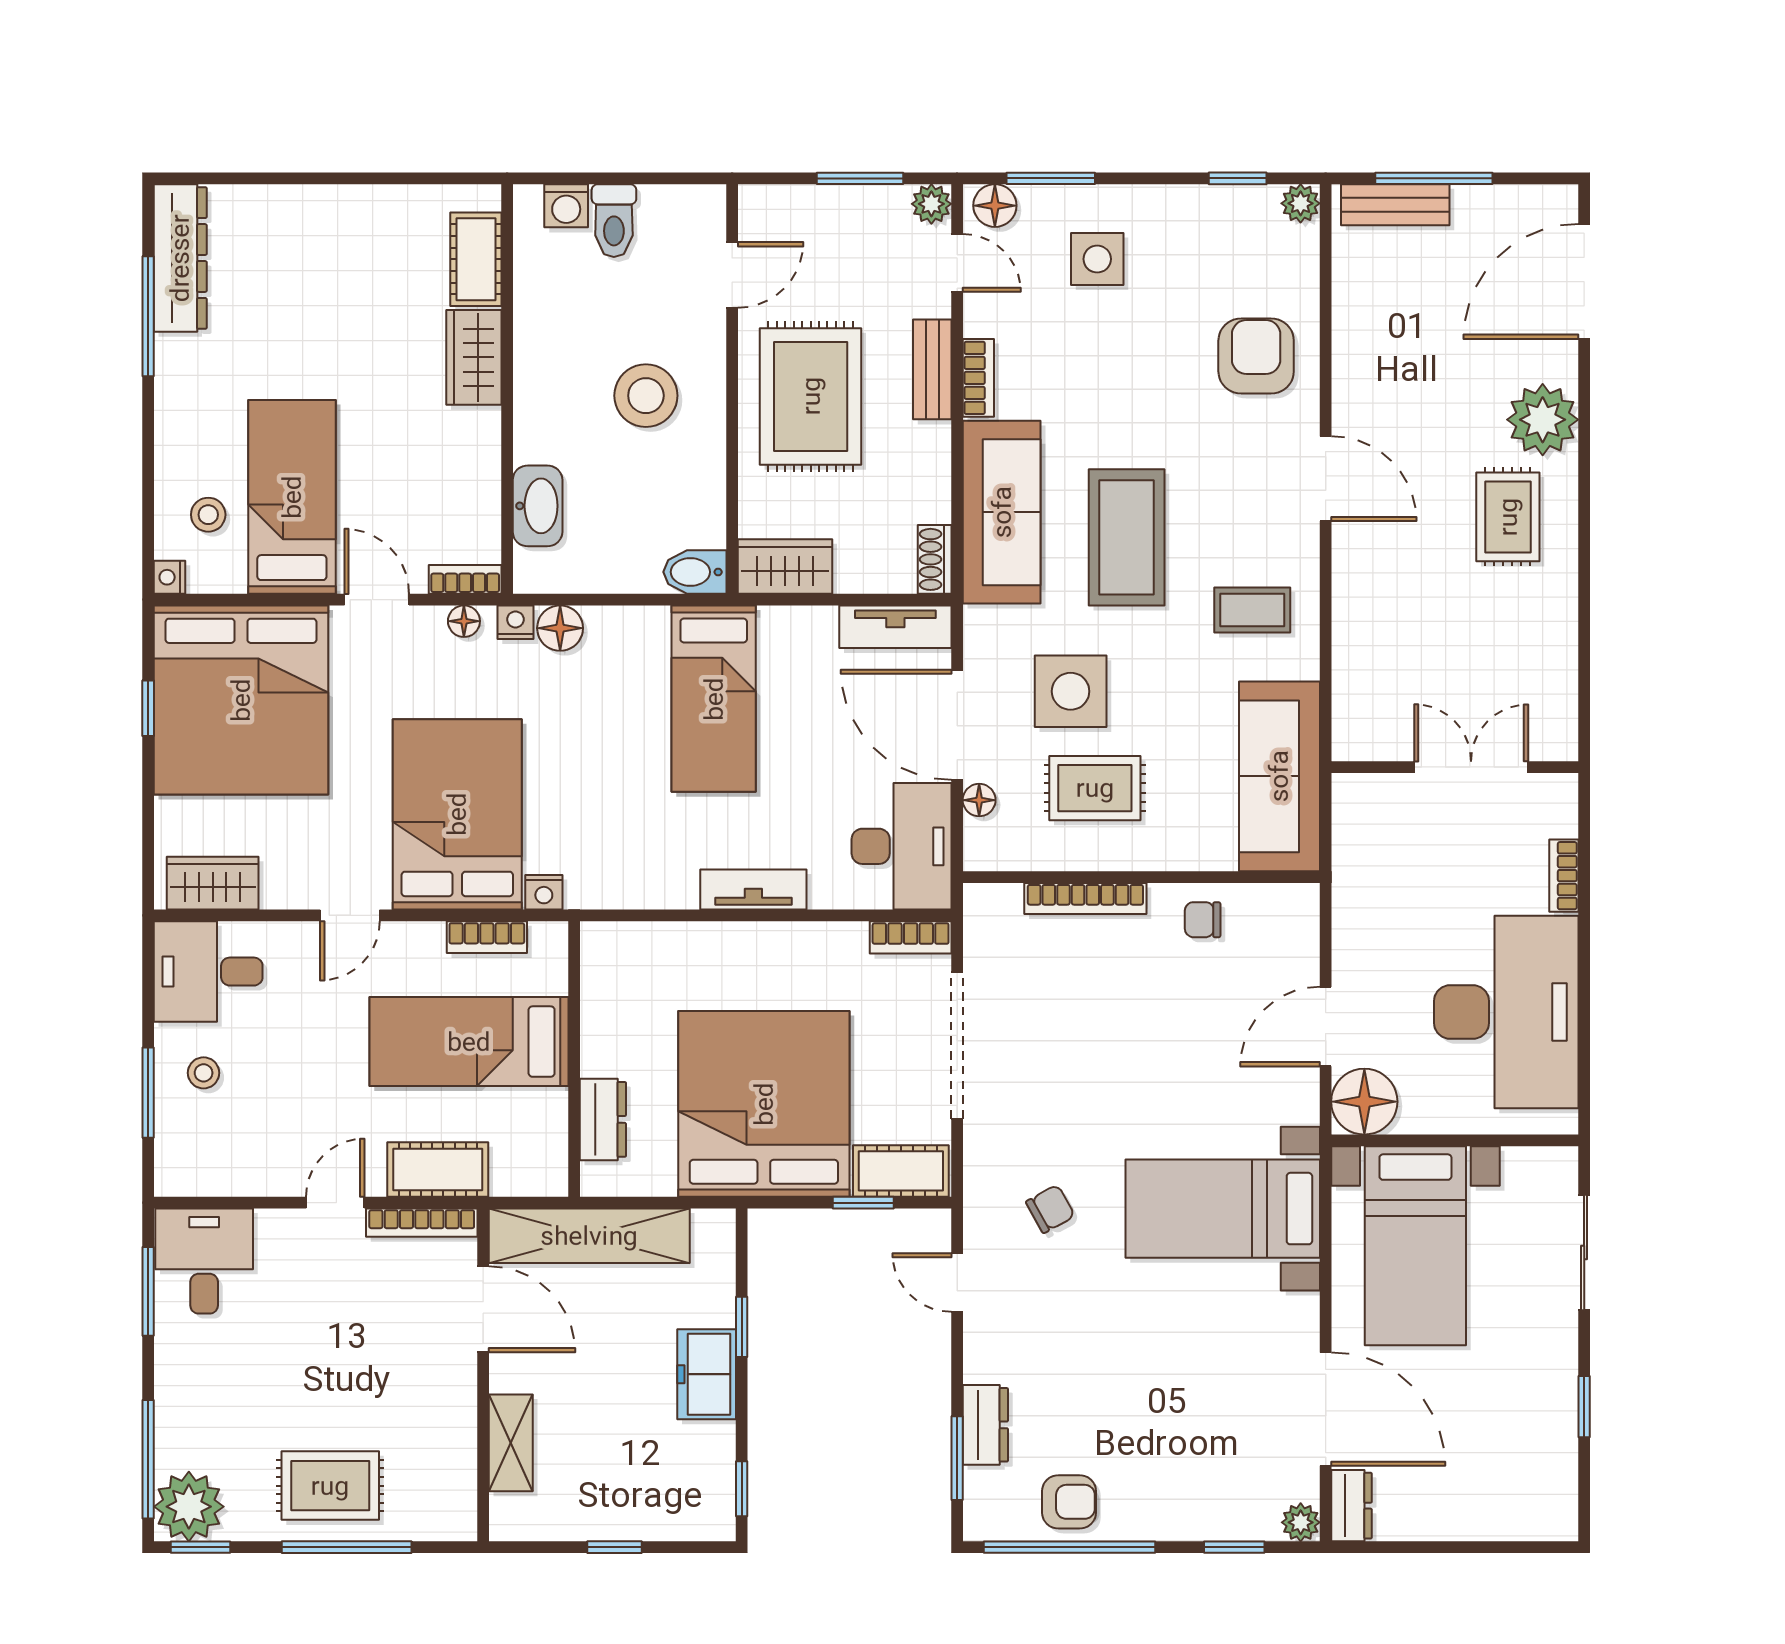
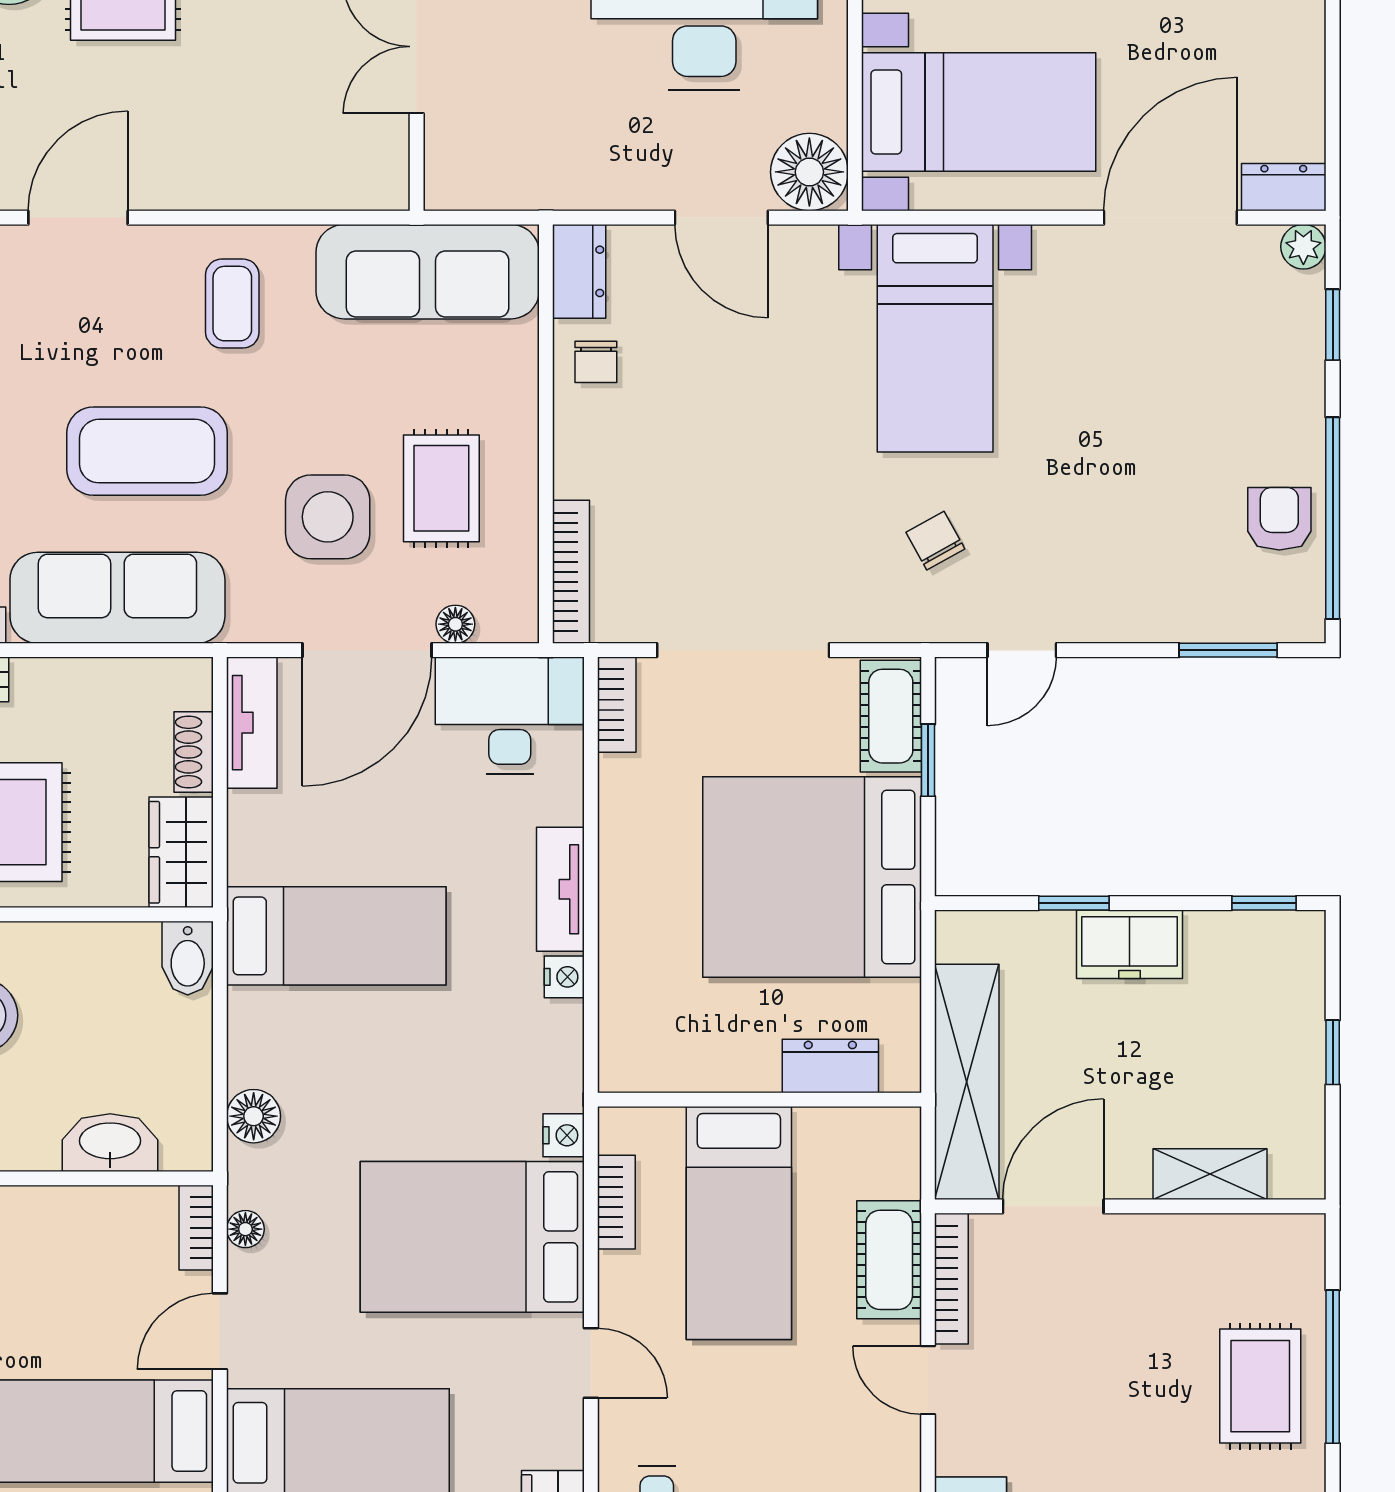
shoe rack: (935, 559) -> (194, 752), moved, turned 90
nightstand: (515, 622) -> (564, 977), moved, turned 180
bookcase: (1085, 899) -> (571, 572), moved
dresser: (985, 1425) -> (579, 271), moved, turned 90

